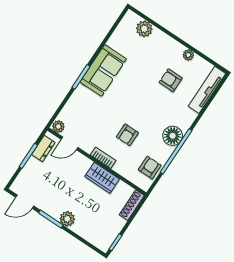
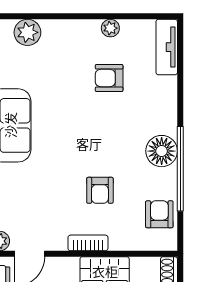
tv unit: (207, 90) -> (167, 47), width x0.71

